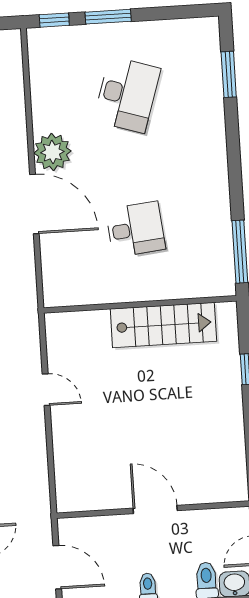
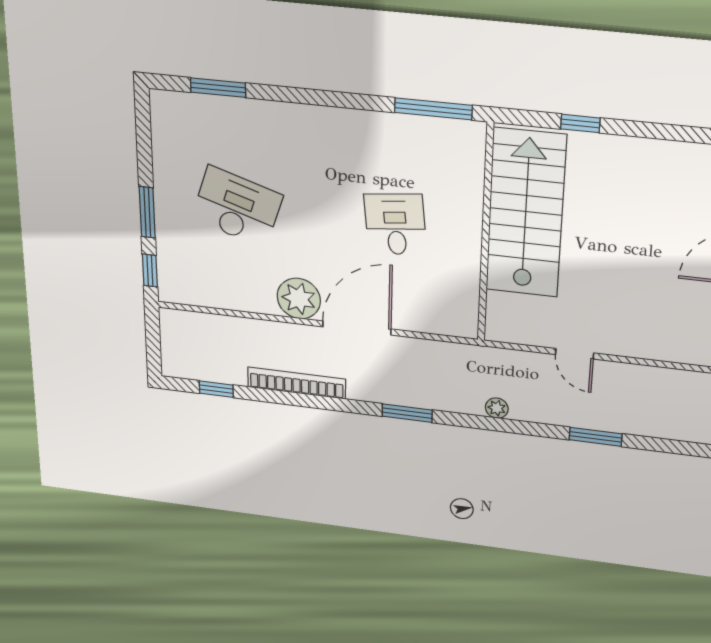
stairs: (163, 325) -> (526, 213), width x1.36, depth x1.51
door: (46, 390) -> (575, 354), swing flipped

